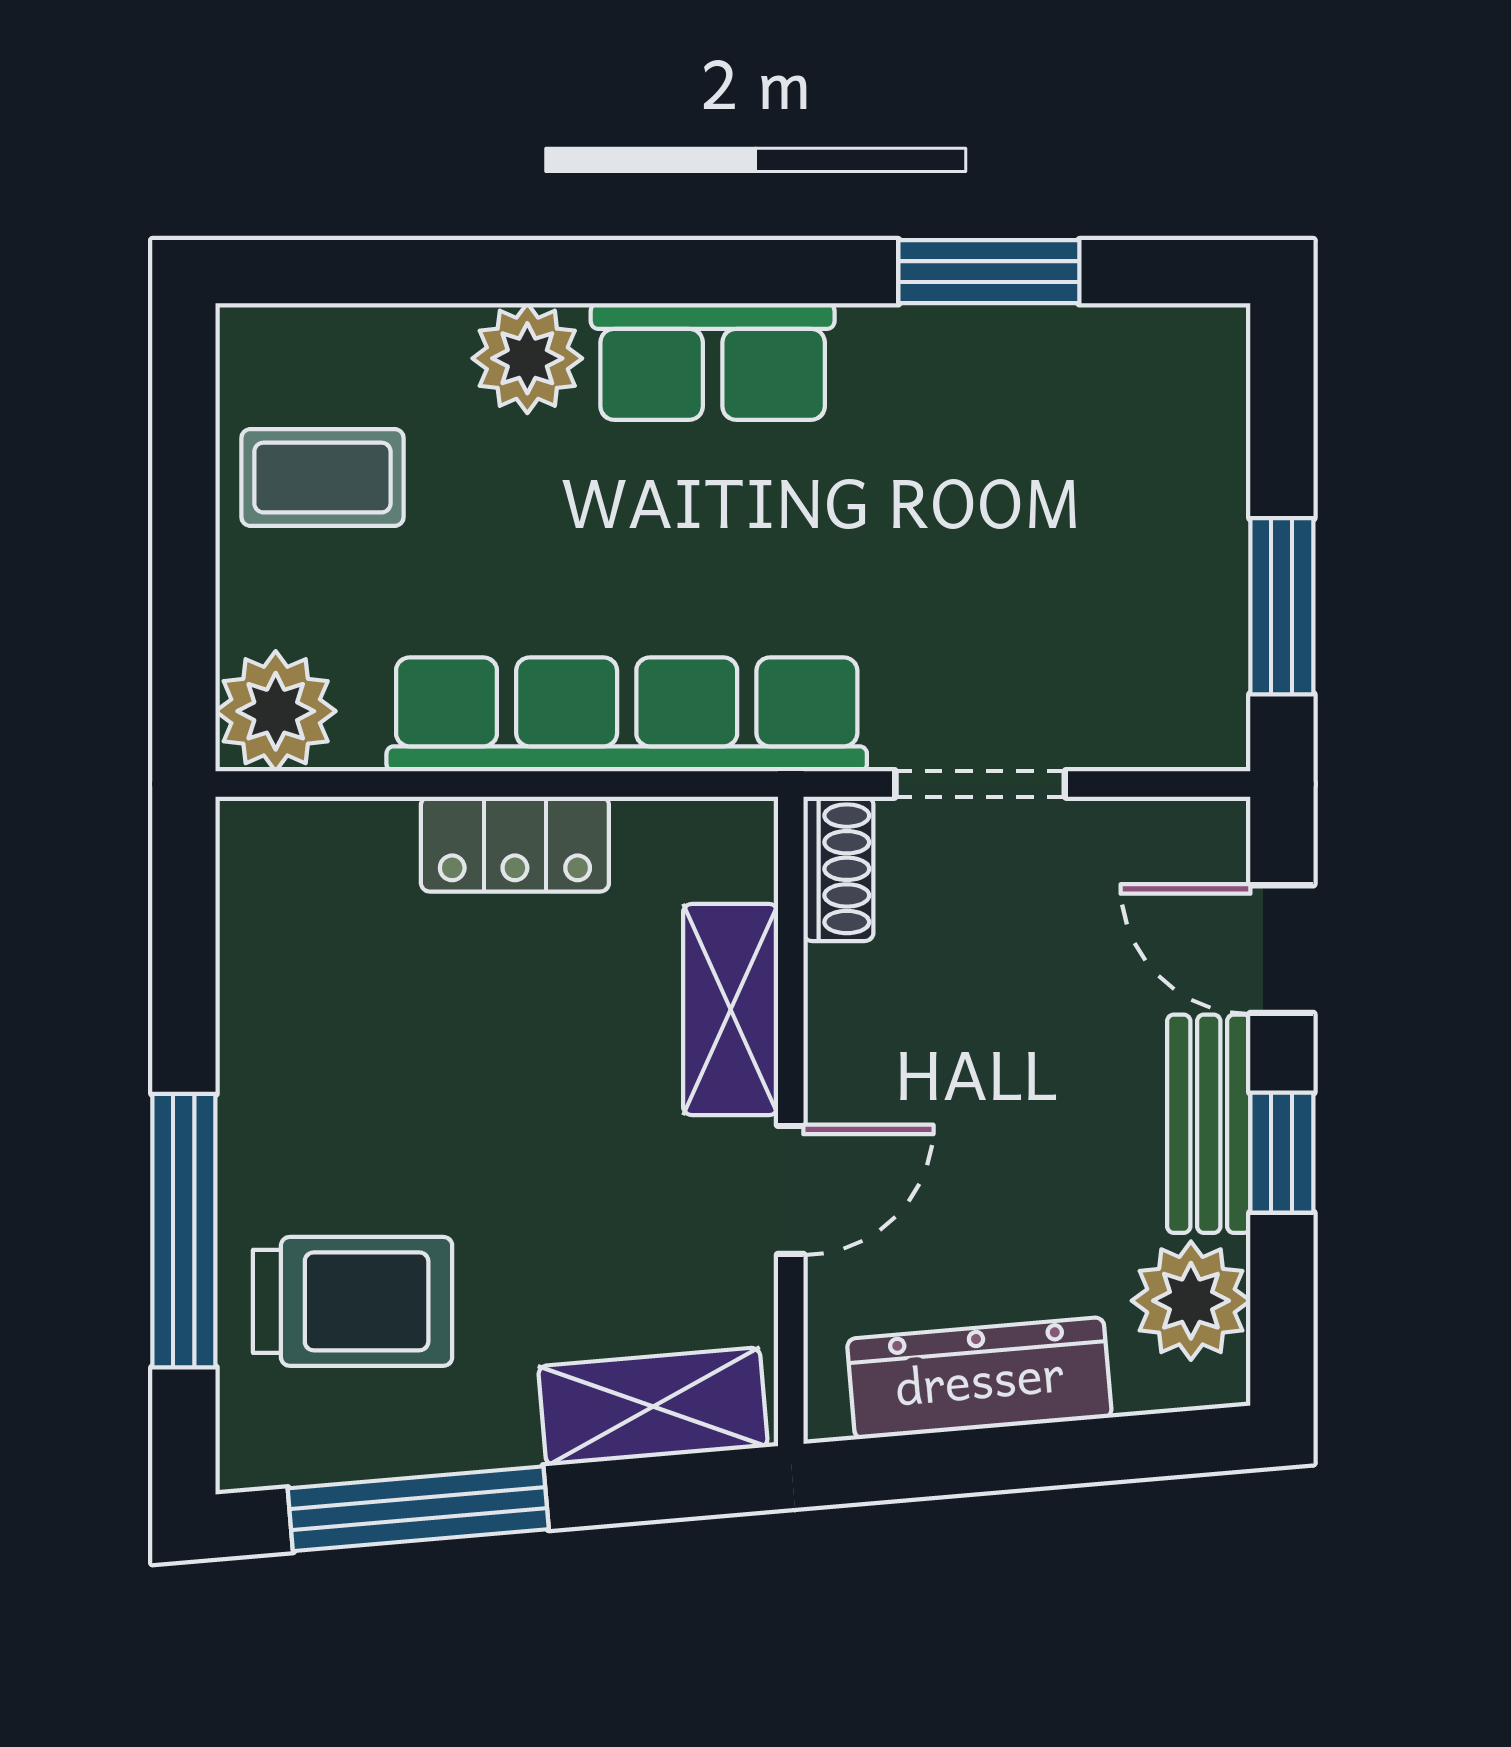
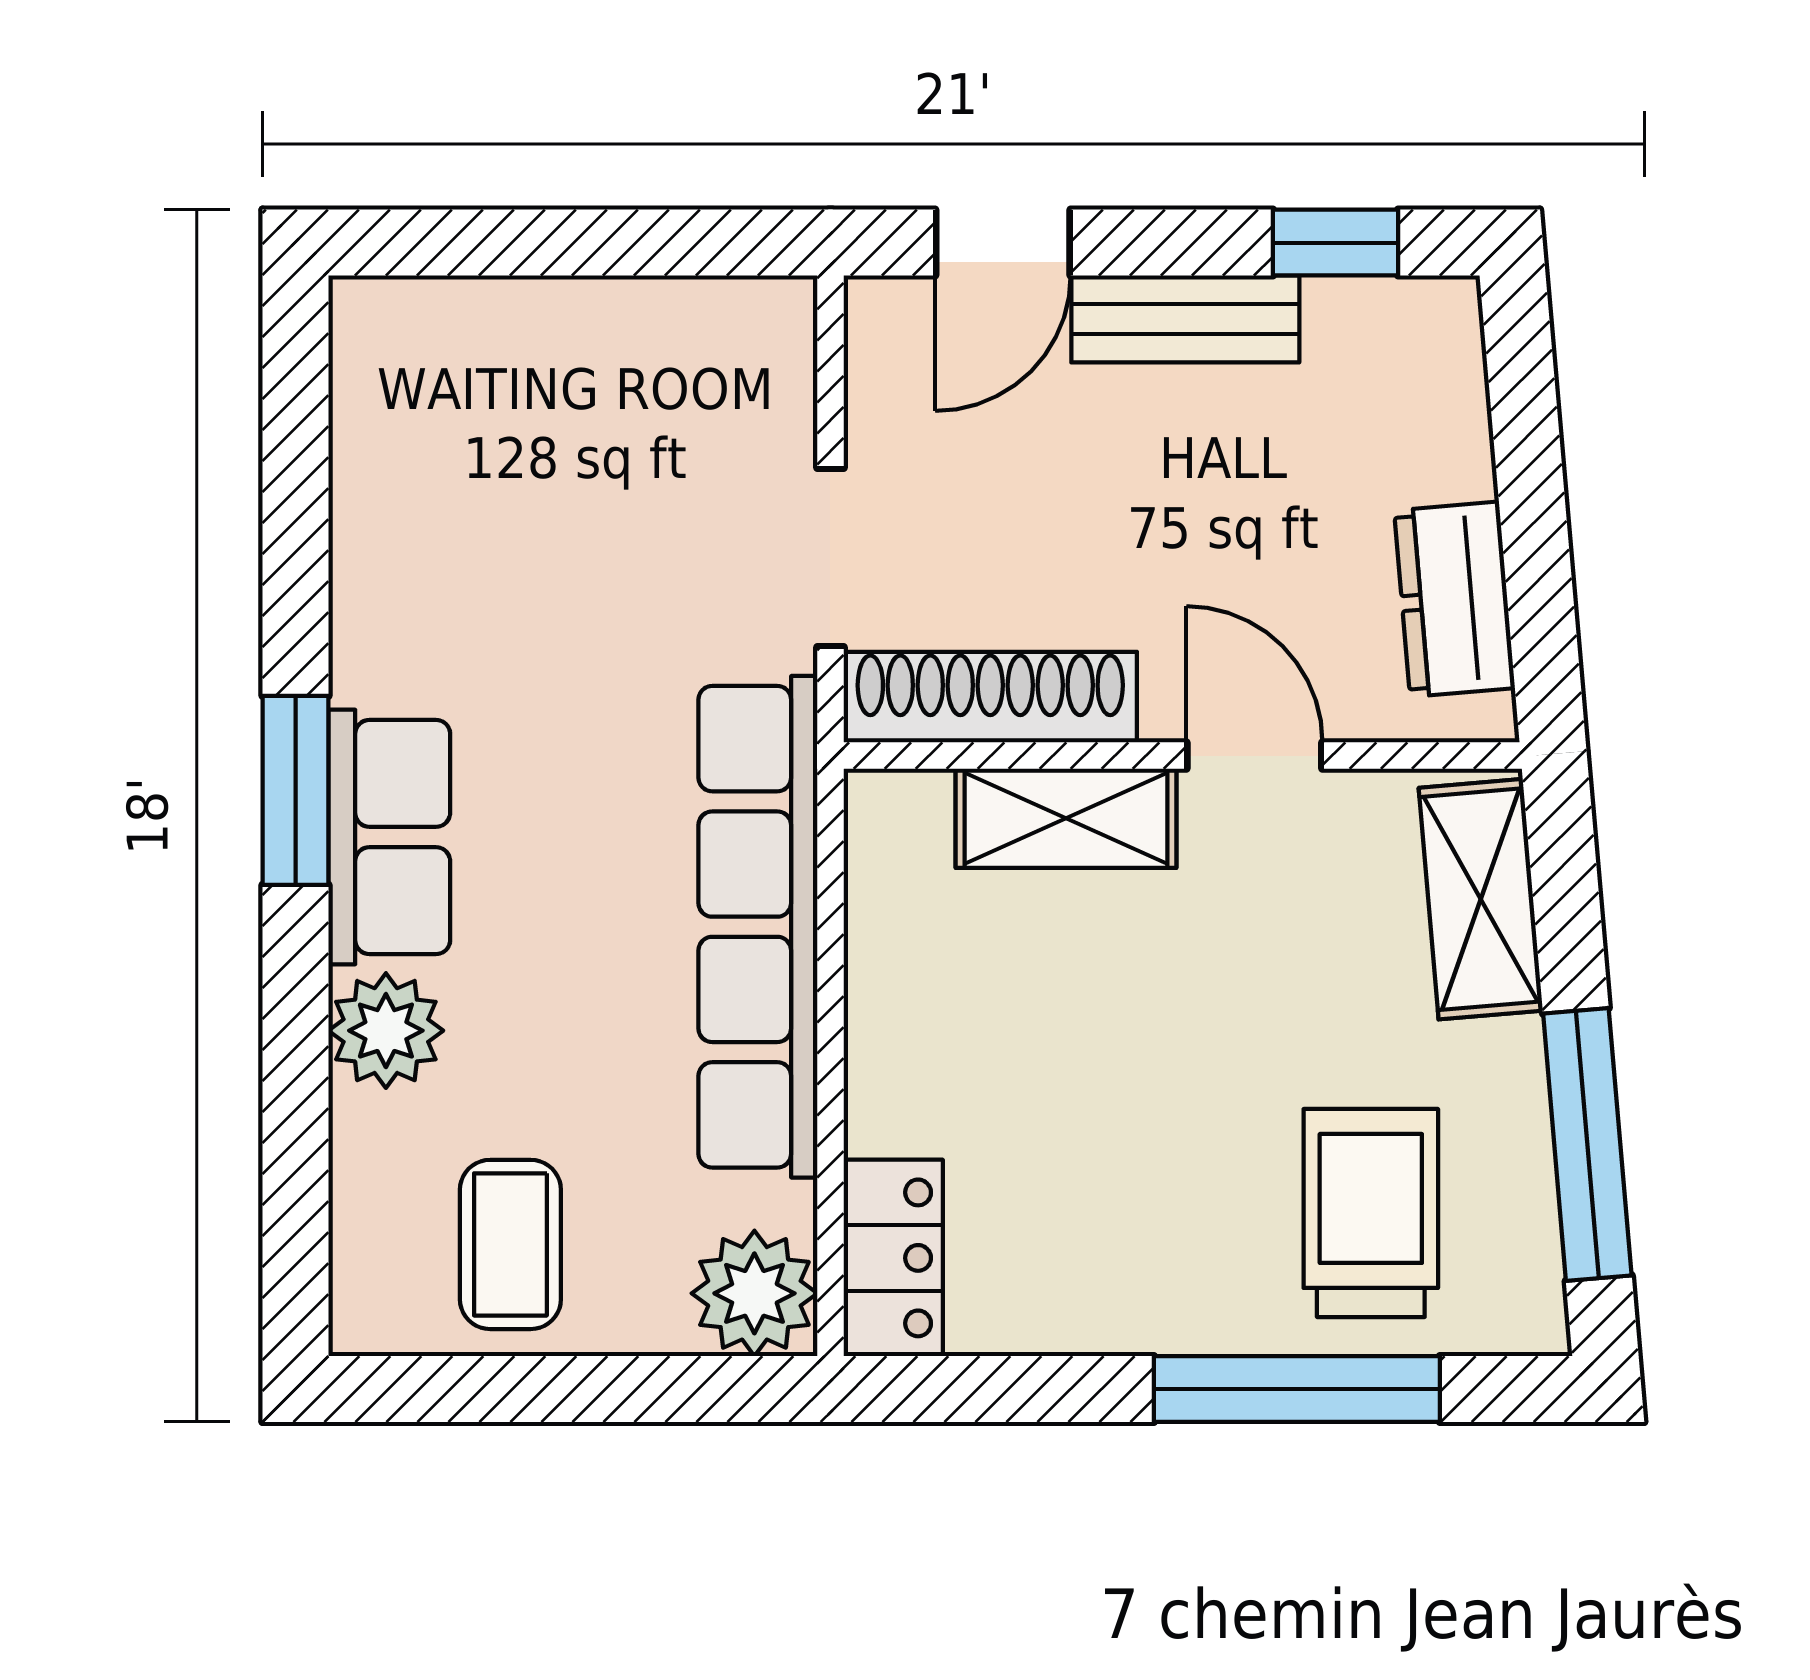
window: (989, 272) -> (296, 790), moved
window: (1282, 606) -> (645, 243), removed
locker: (515, 844) -> (893, 1258), moved
shoe rack: (838, 869) -> (990, 697), width x1.94, depth x1.24
window: (1282, 1153) -> (1336, 243), moved
plant: (1191, 1301) -> (1370, 337), removed
dresser: (979, 1378) -> (1455, 599), width x0.70

